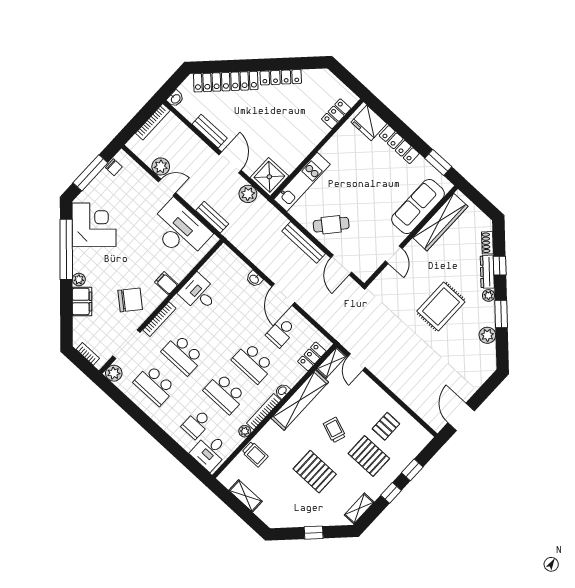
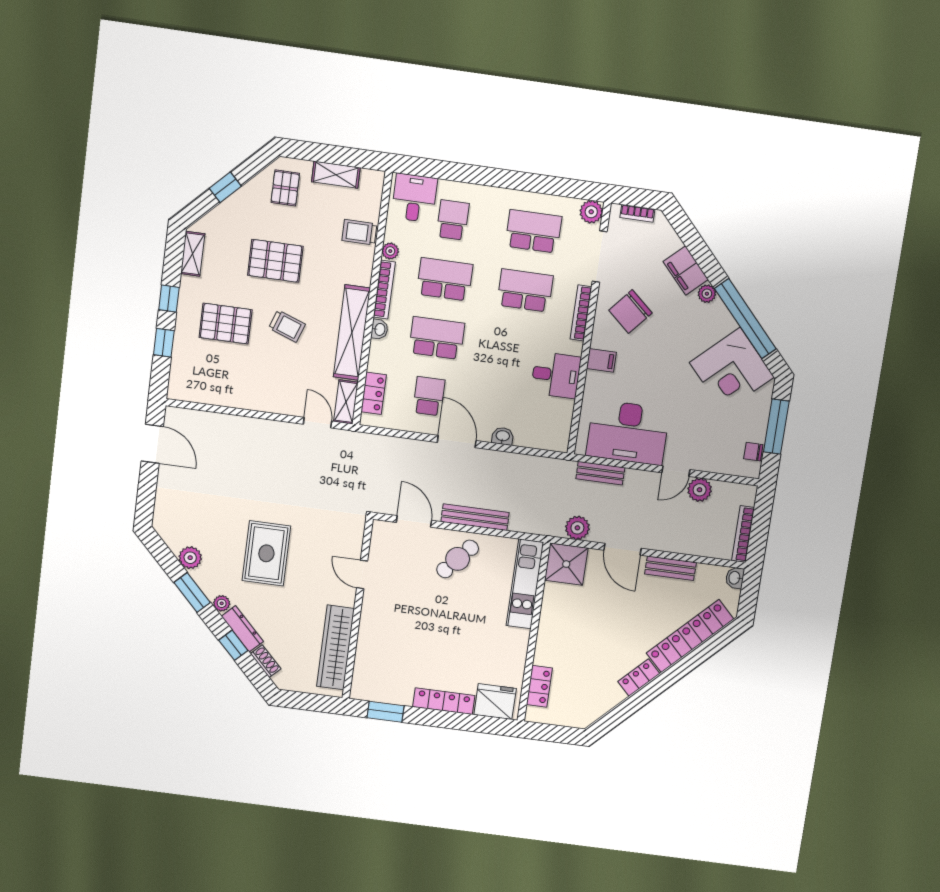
locker: (281, 77) -> (639, 678), width x0.66
sofa: (418, 207) -> (373, 647), removed
pallet: (386, 426) -> (285, 188), moved

